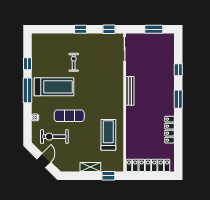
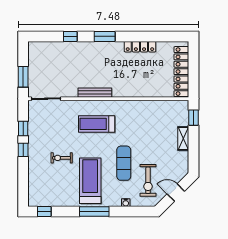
window: (109, 29) -> (23, 128), moved
window: (154, 29) -> (23, 77), moved
window: (28, 64) -> (44, 212), moved
treadmill: (108, 135) -> (97, 124), moved

